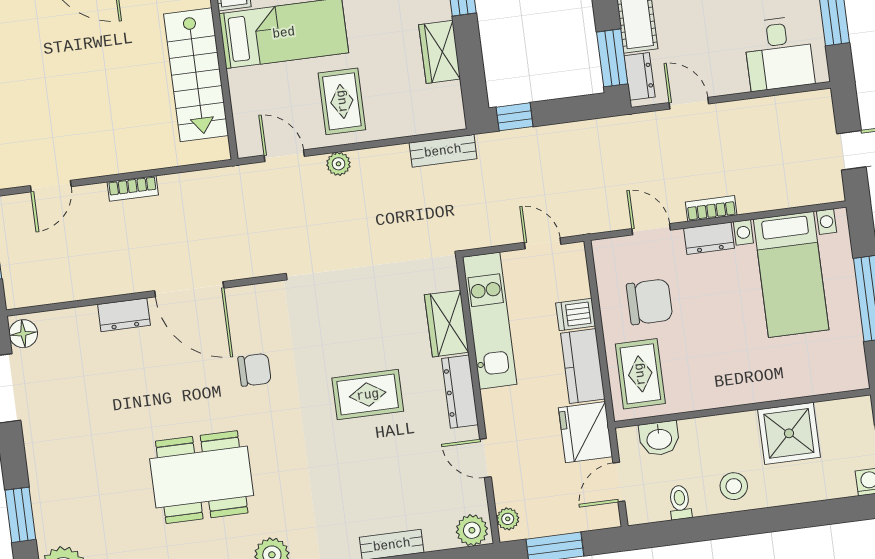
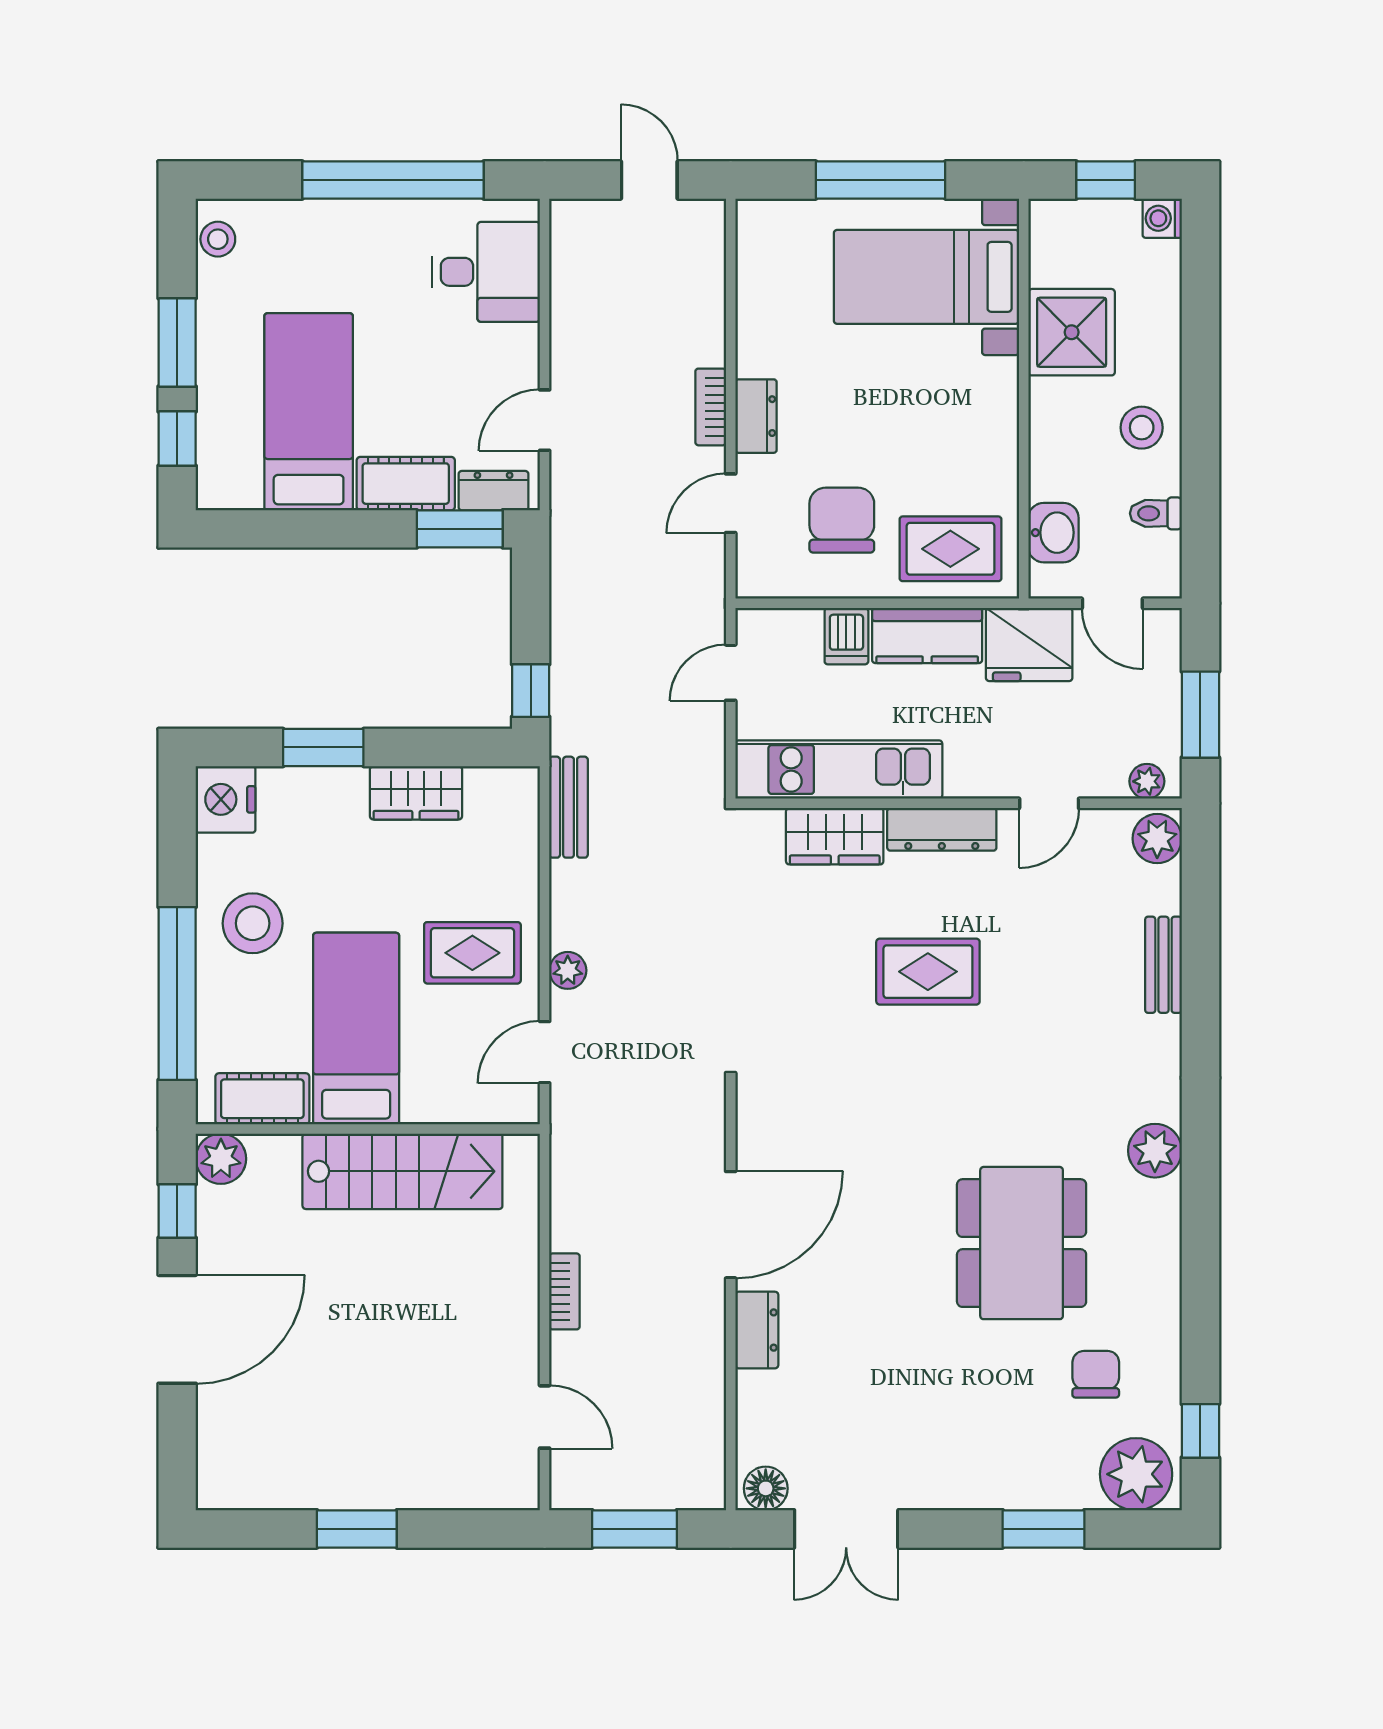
bed with nightstands: (791, 274) -> (926, 277), moved, turned 180
chair: (255, 370) -> (1096, 1374), moved
rug: (368, 395) -> (928, 972), turned 90

